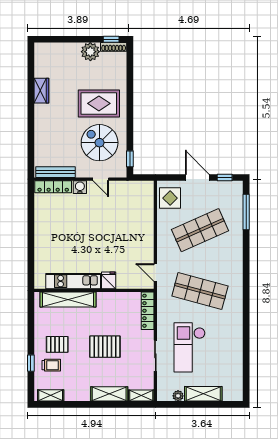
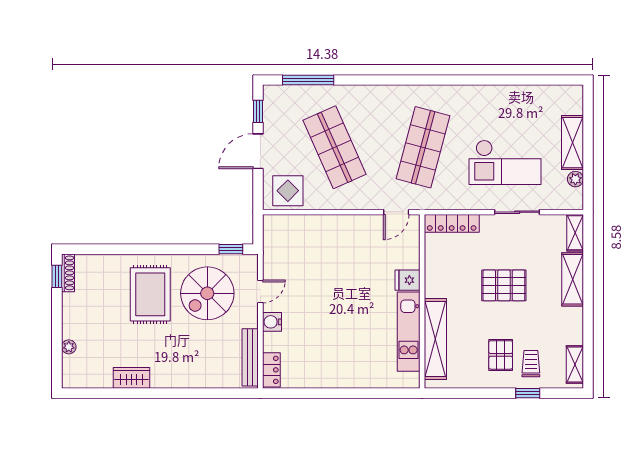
plant: (90, 52) -> (69, 347), moved, width x0.53, depth x0.53
locker: (53, 187) -> (271, 370), width x0.66
pallet: (105, 347) -> (504, 285), turned 90

